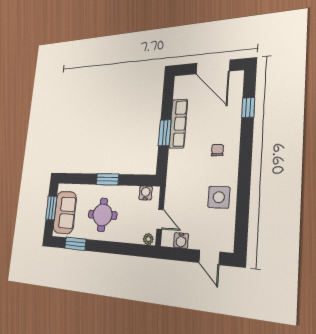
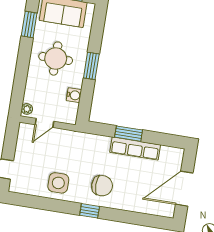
window: (248, 108) -> (90, 211), moved
chair: (217, 150) -> (102, 186), width x1.87, depth x1.87
water cooler: (146, 193) -> (74, 95), moved
water cooler: (181, 240) -> (23, 143), removed

